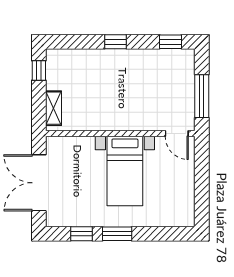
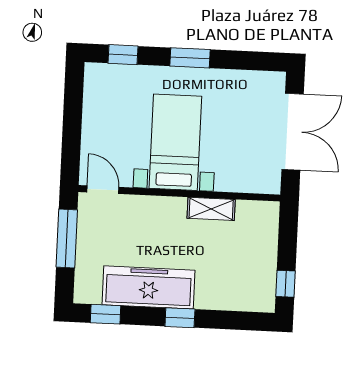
freezer: (140, 63) -> (149, 287), added
shelving: (54, 108) -> (211, 209), moved, turned 90
window: (81, 234) -> (123, 55), moved

